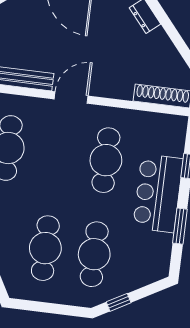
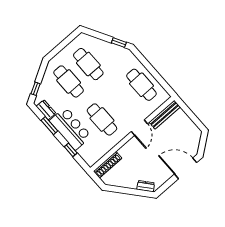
dresser: (162, 251) -> (46, 110), added
window: (119, 302) -> (36, 89), moved

